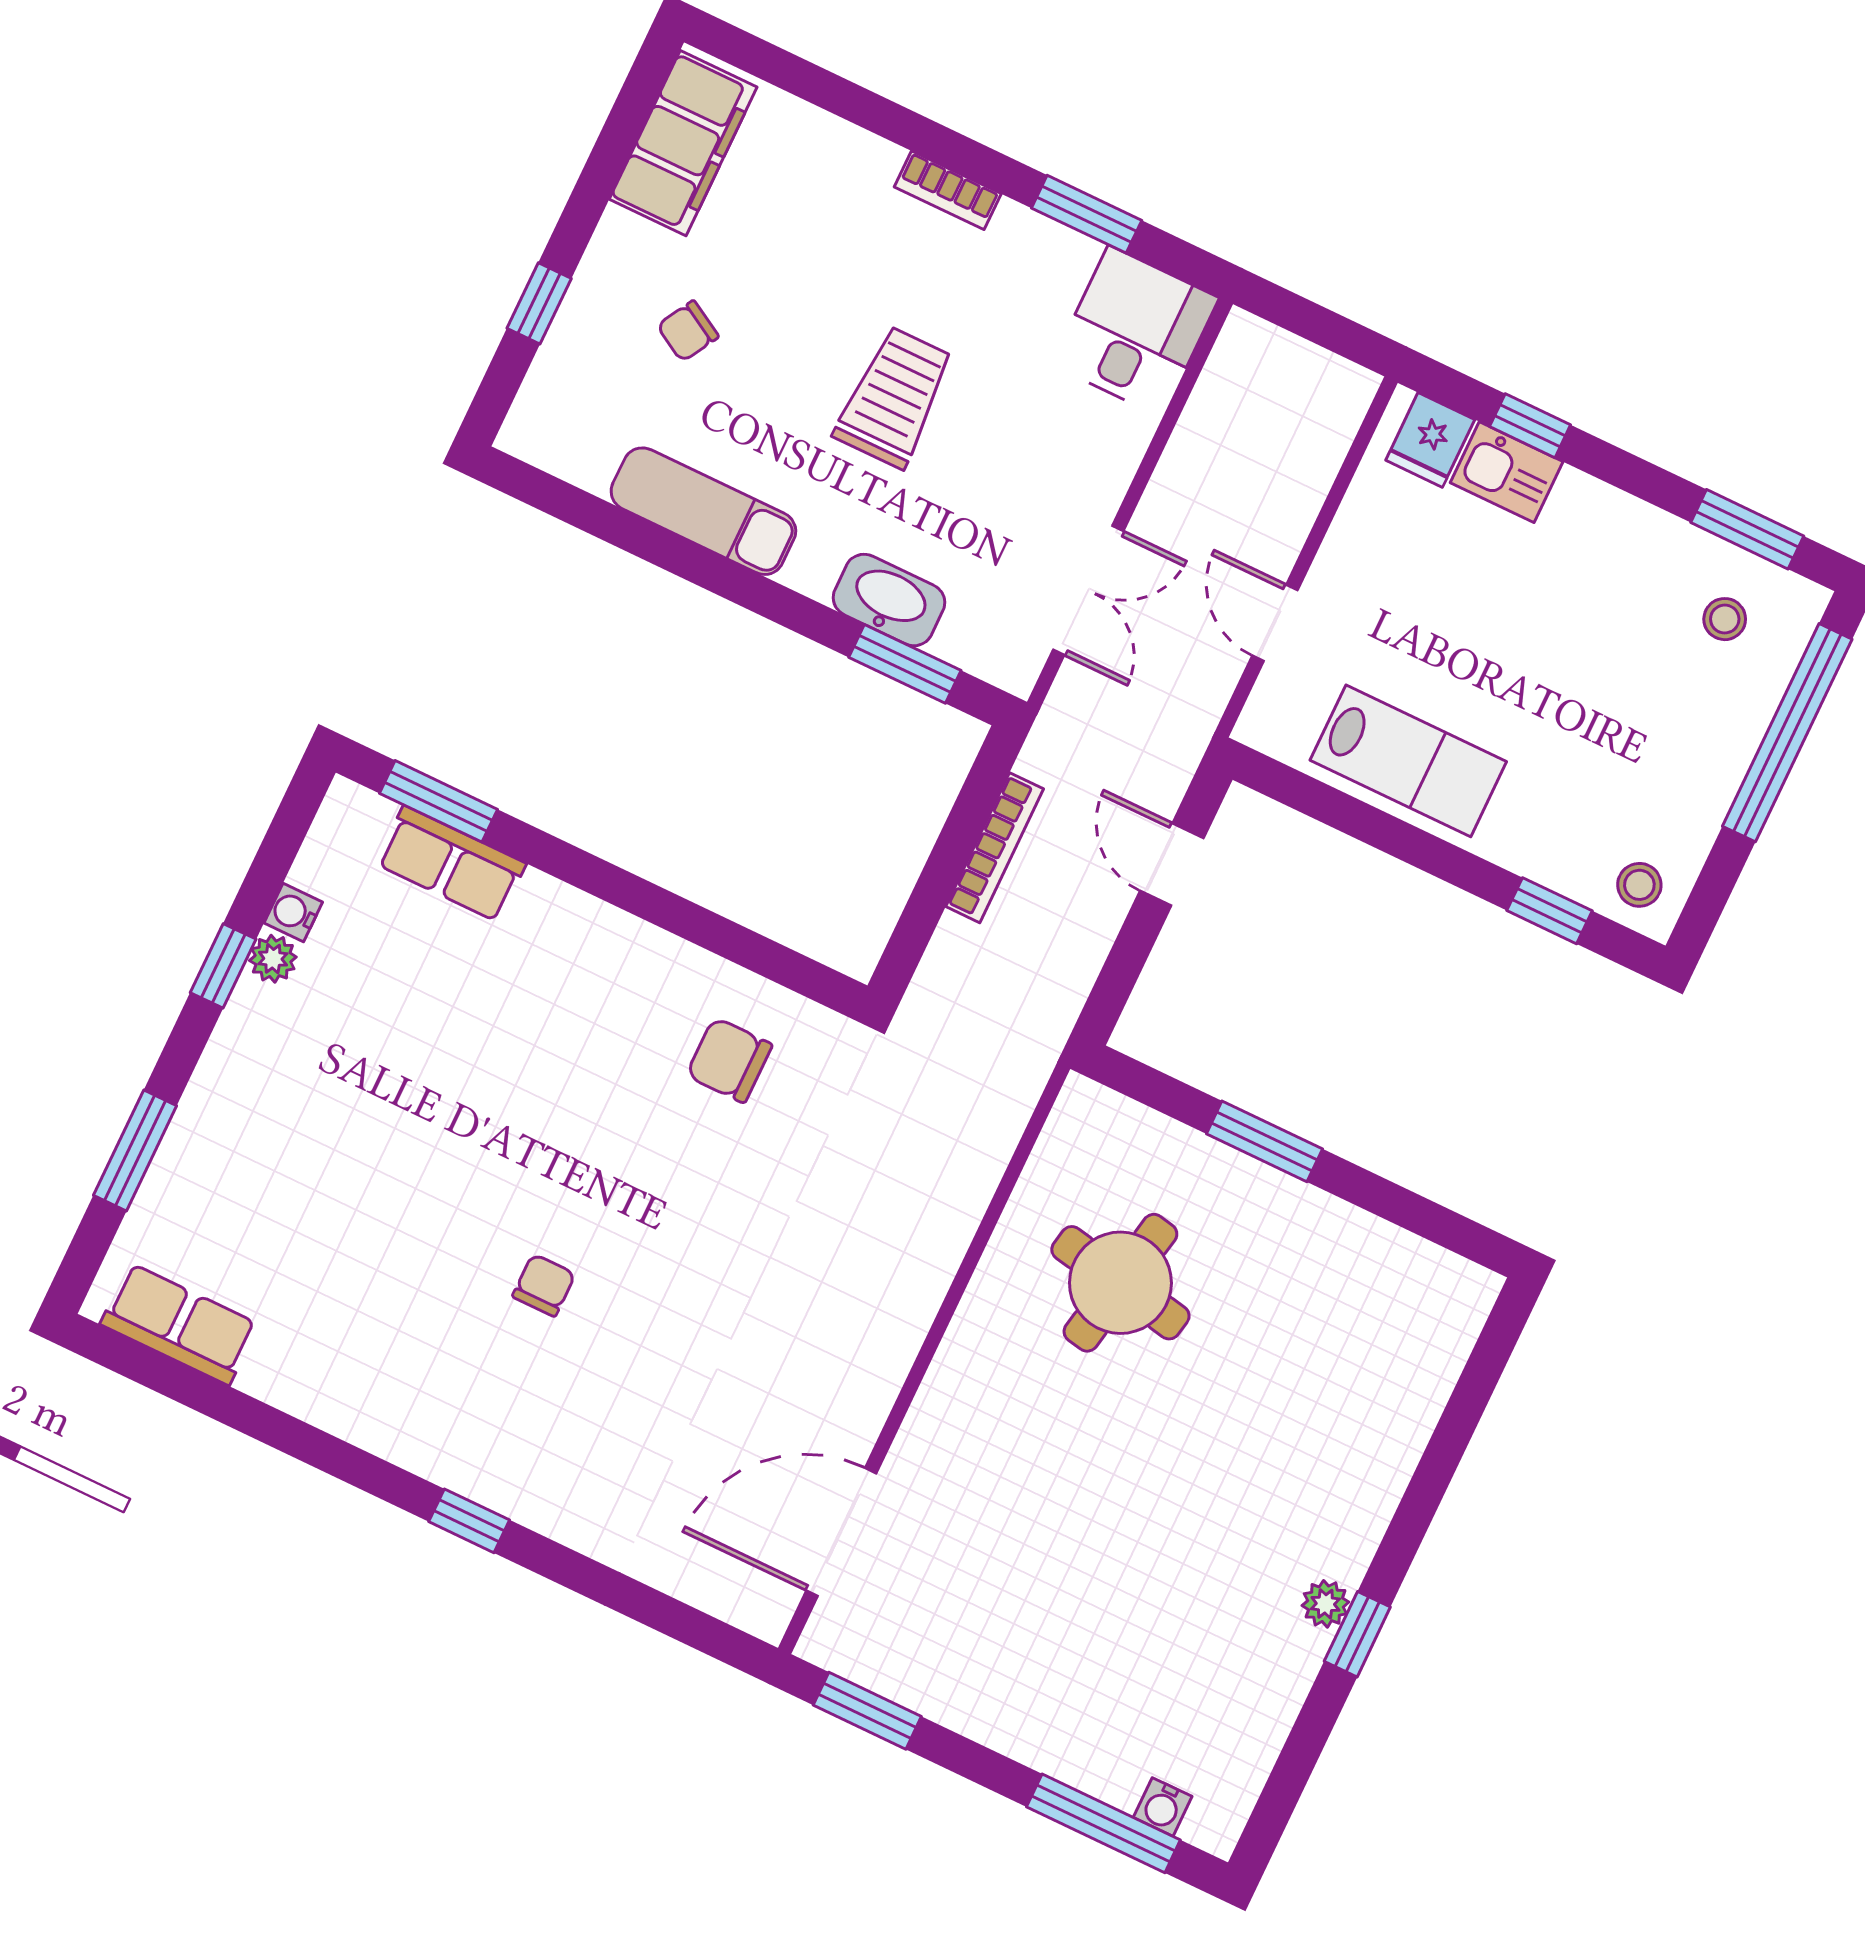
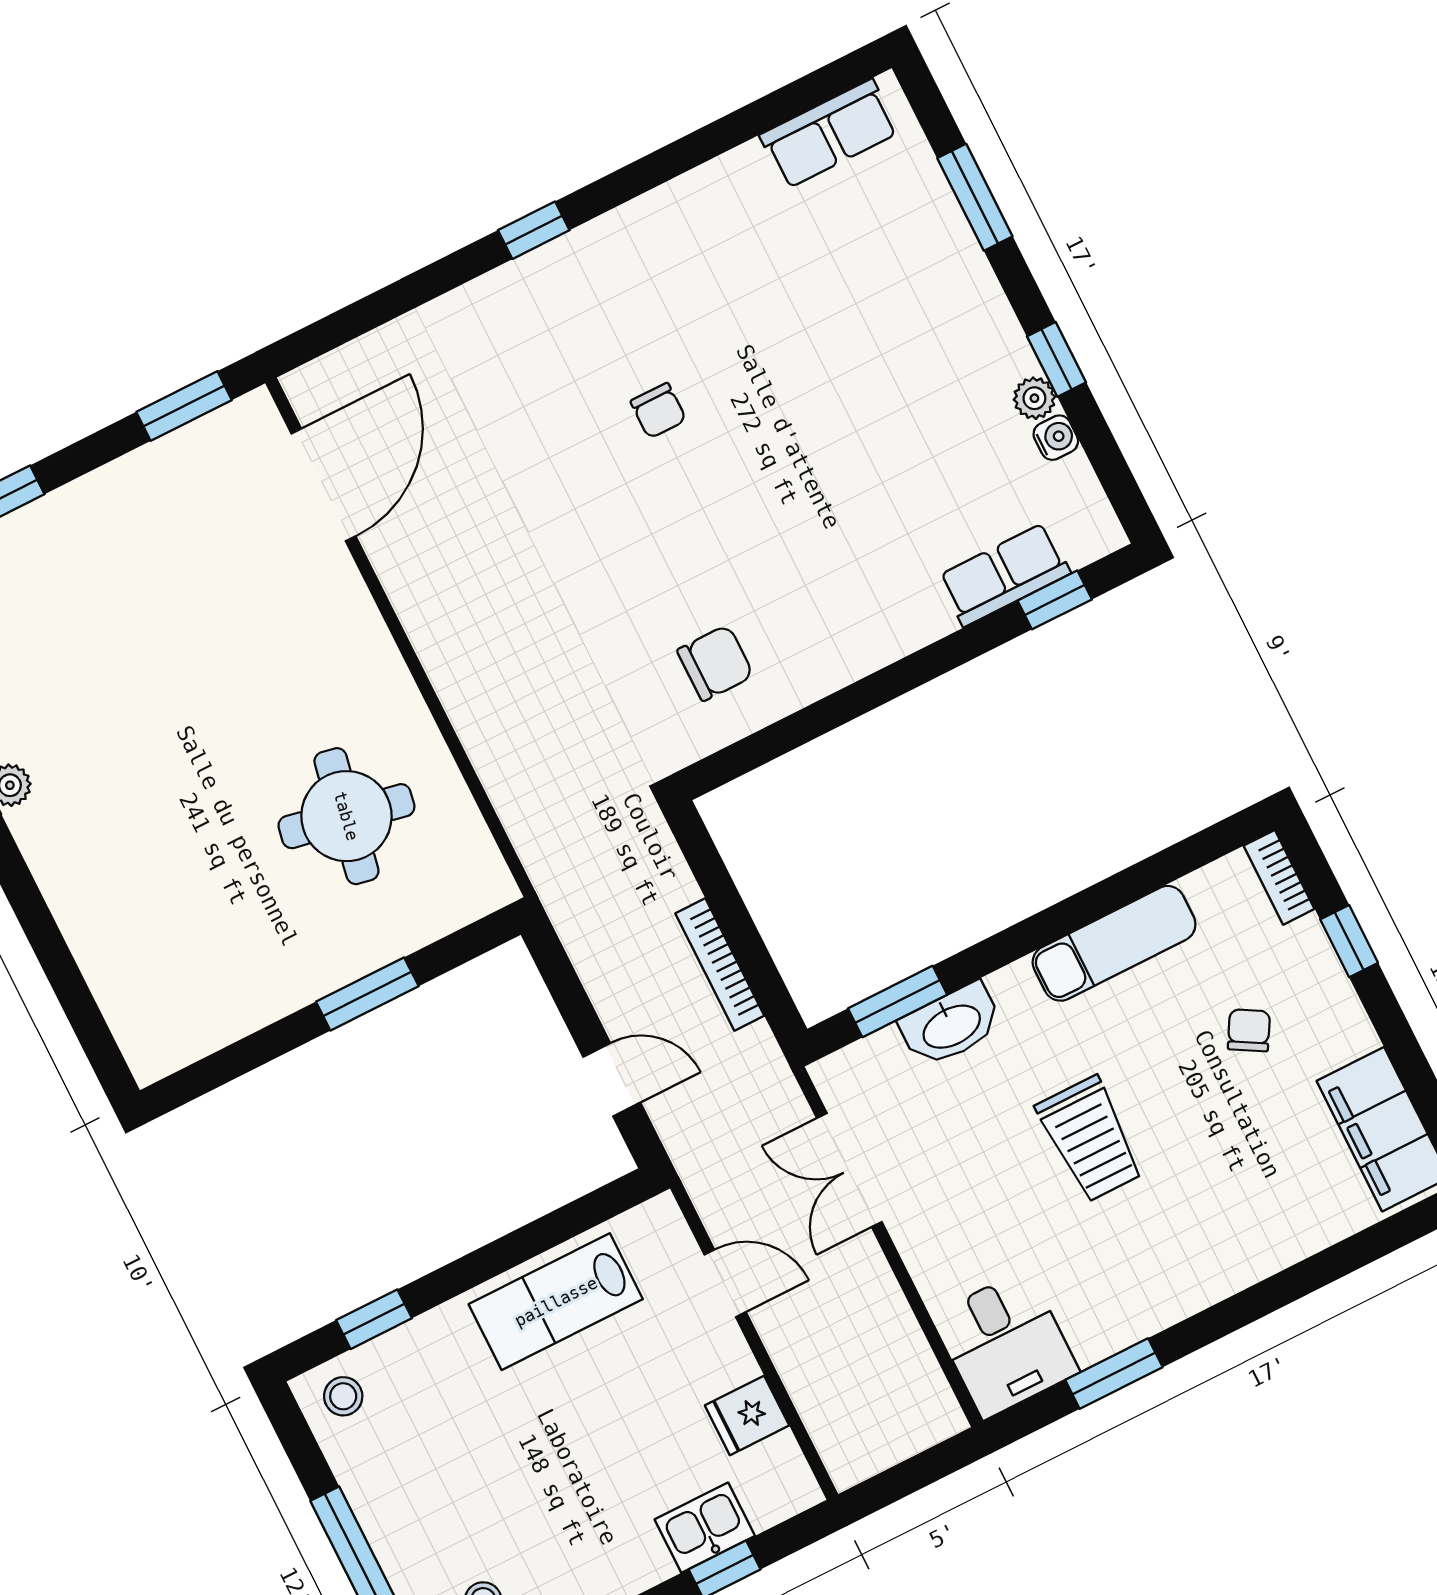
bookcase: (948, 190) -> (1279, 877), moved, turned -90
fridge: (1430, 440) -> (747, 1415), moved, turned -90
window: (439, 801) -> (1055, 600), width x0.67

